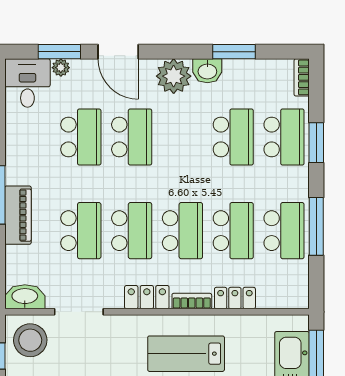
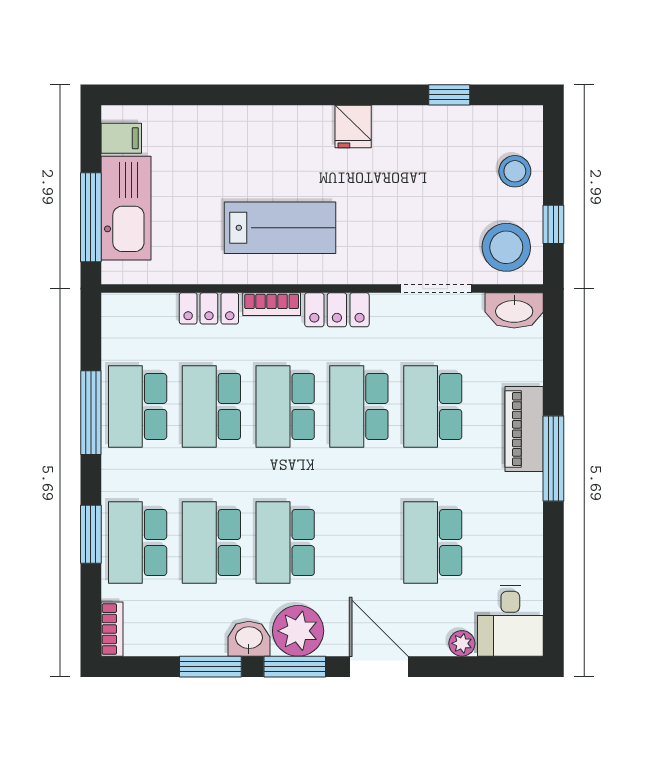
window: (59, 52) -> (295, 667), moved
school desk: (132, 137) -> (285, 543), moved

